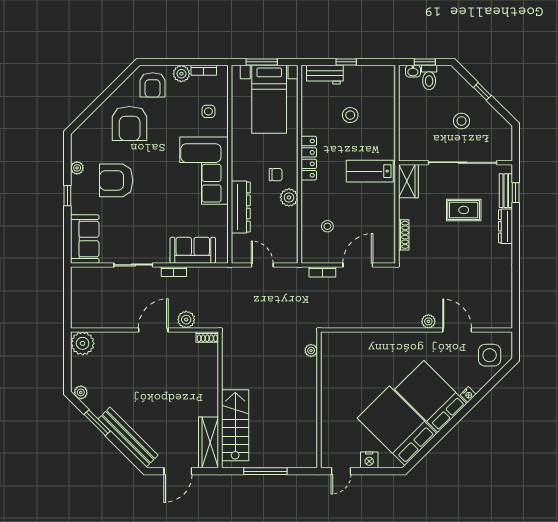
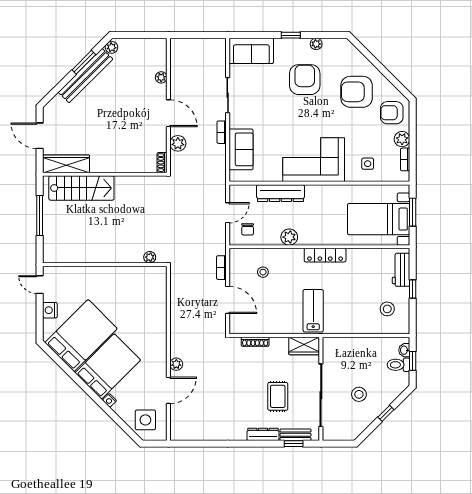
stool: (350, 115) -> (387, 309), moved
chair: (276, 175) -> (248, 229), moved
plant: (83, 343) -> (161, 77), moved, width x0.53, depth x0.53
bench: (128, 437) -> (86, 76), moved

